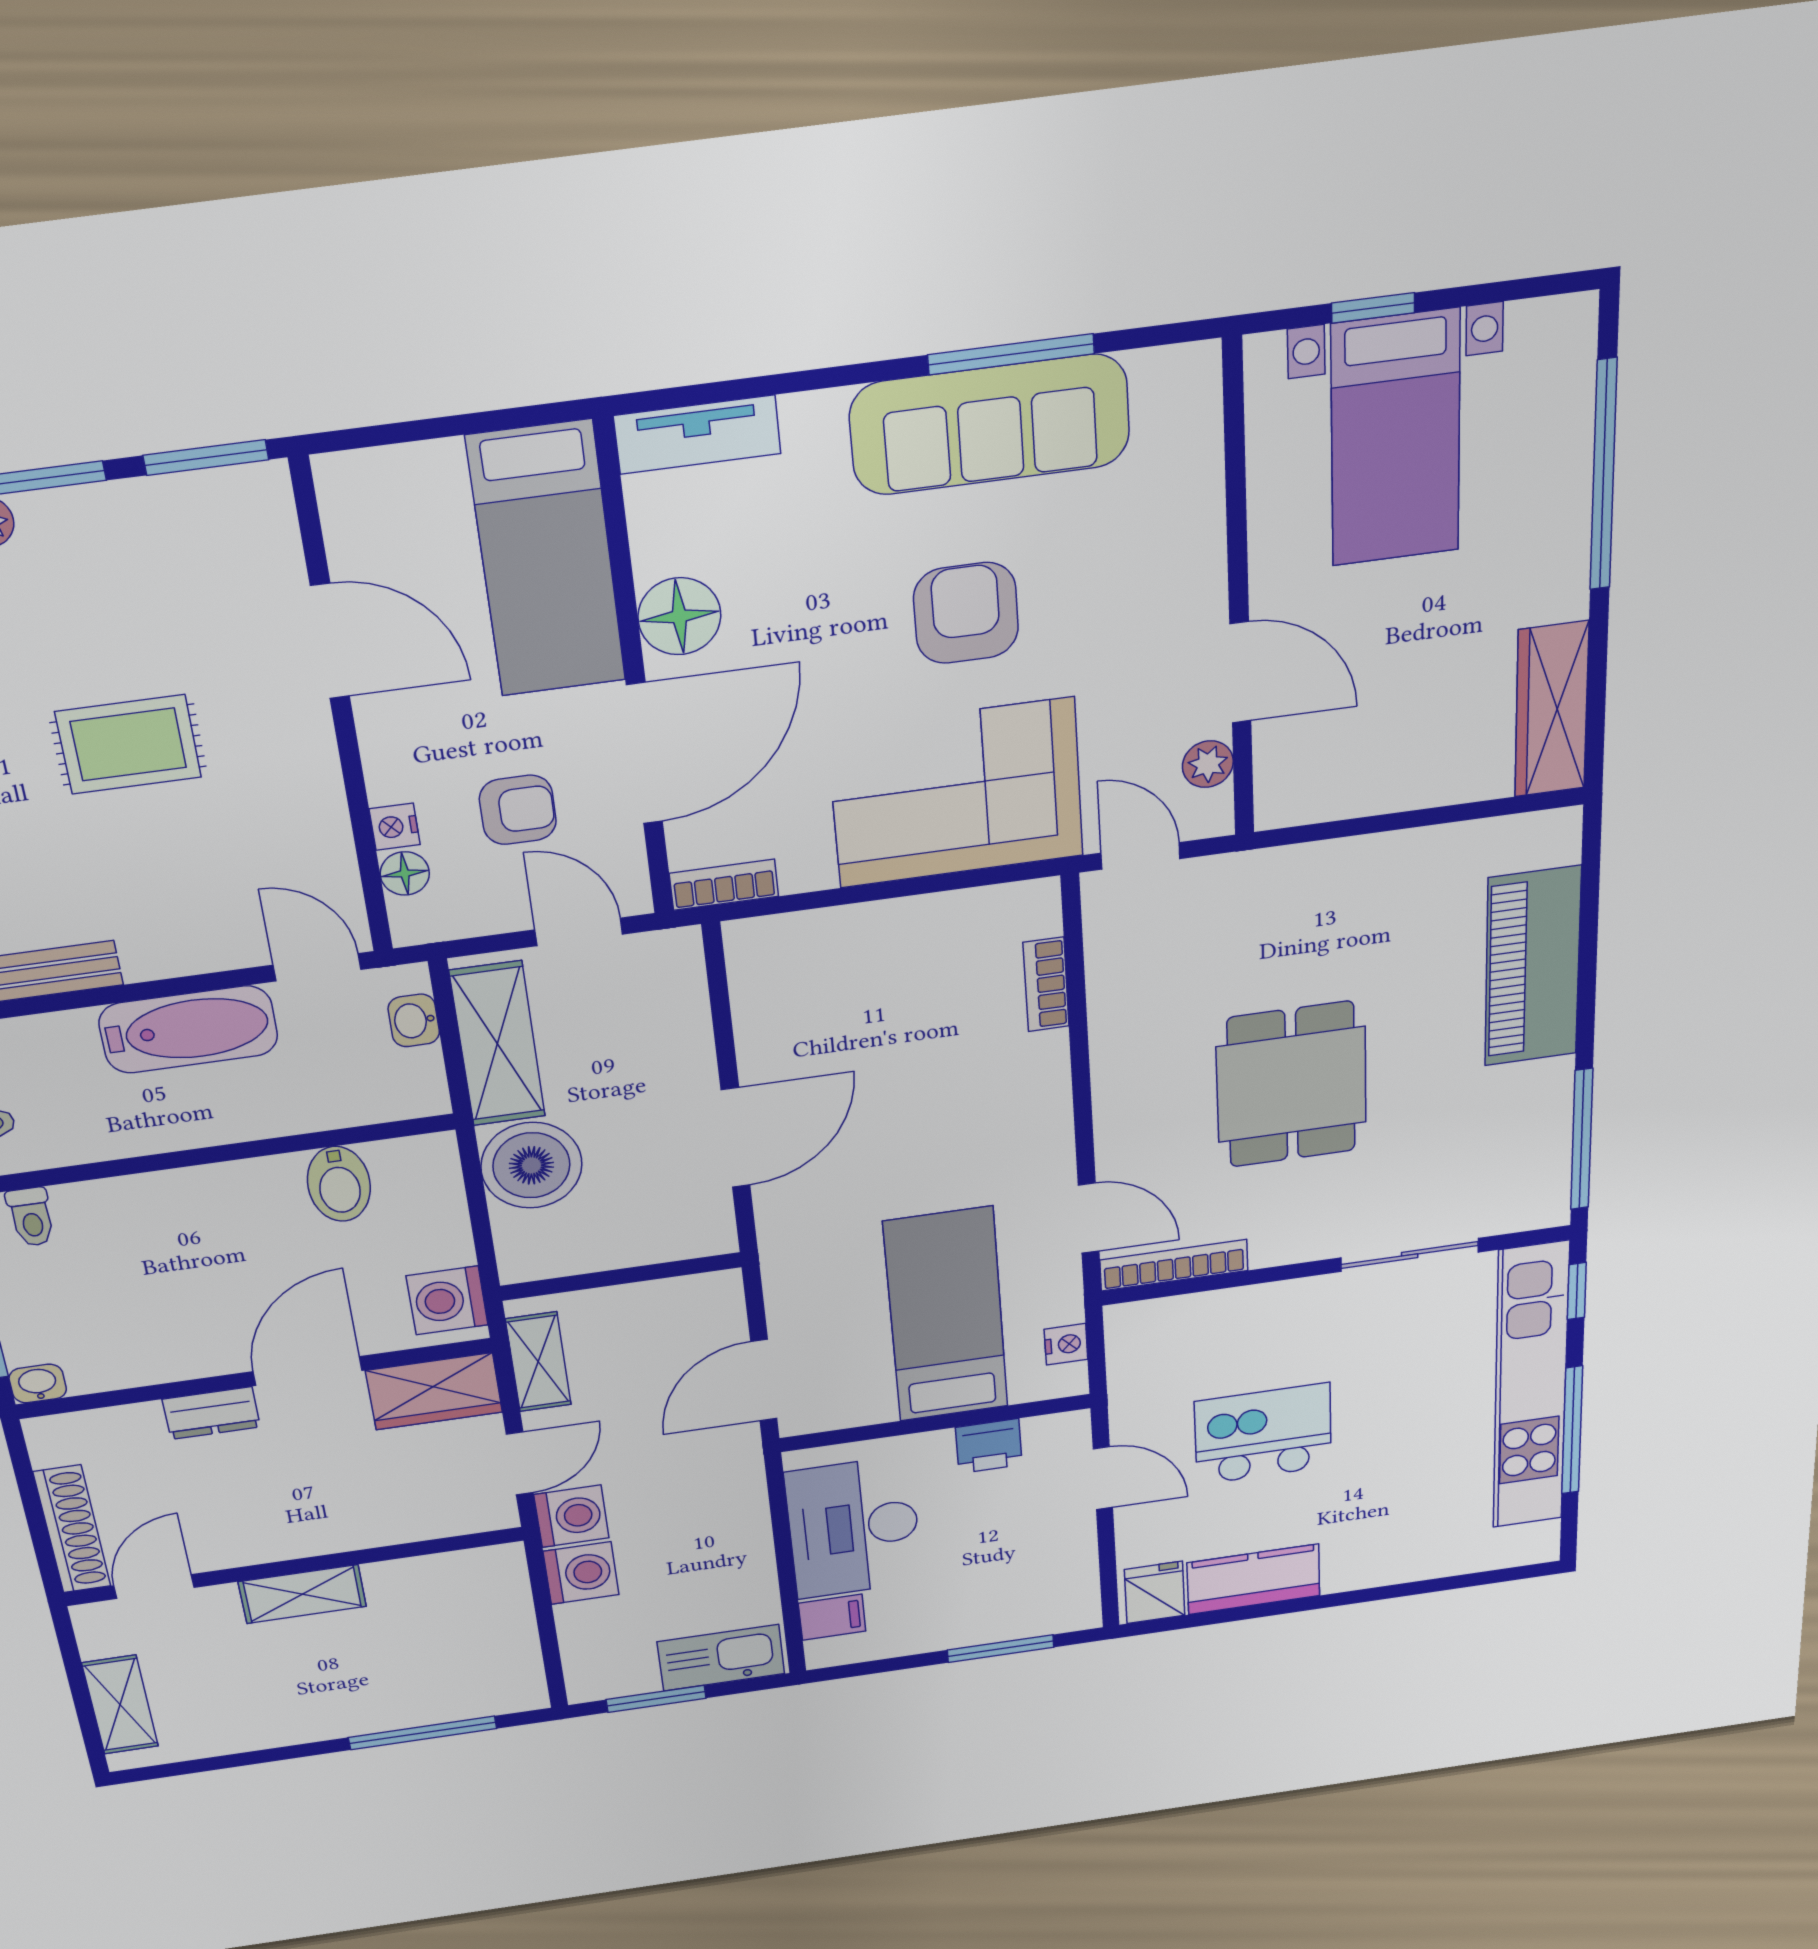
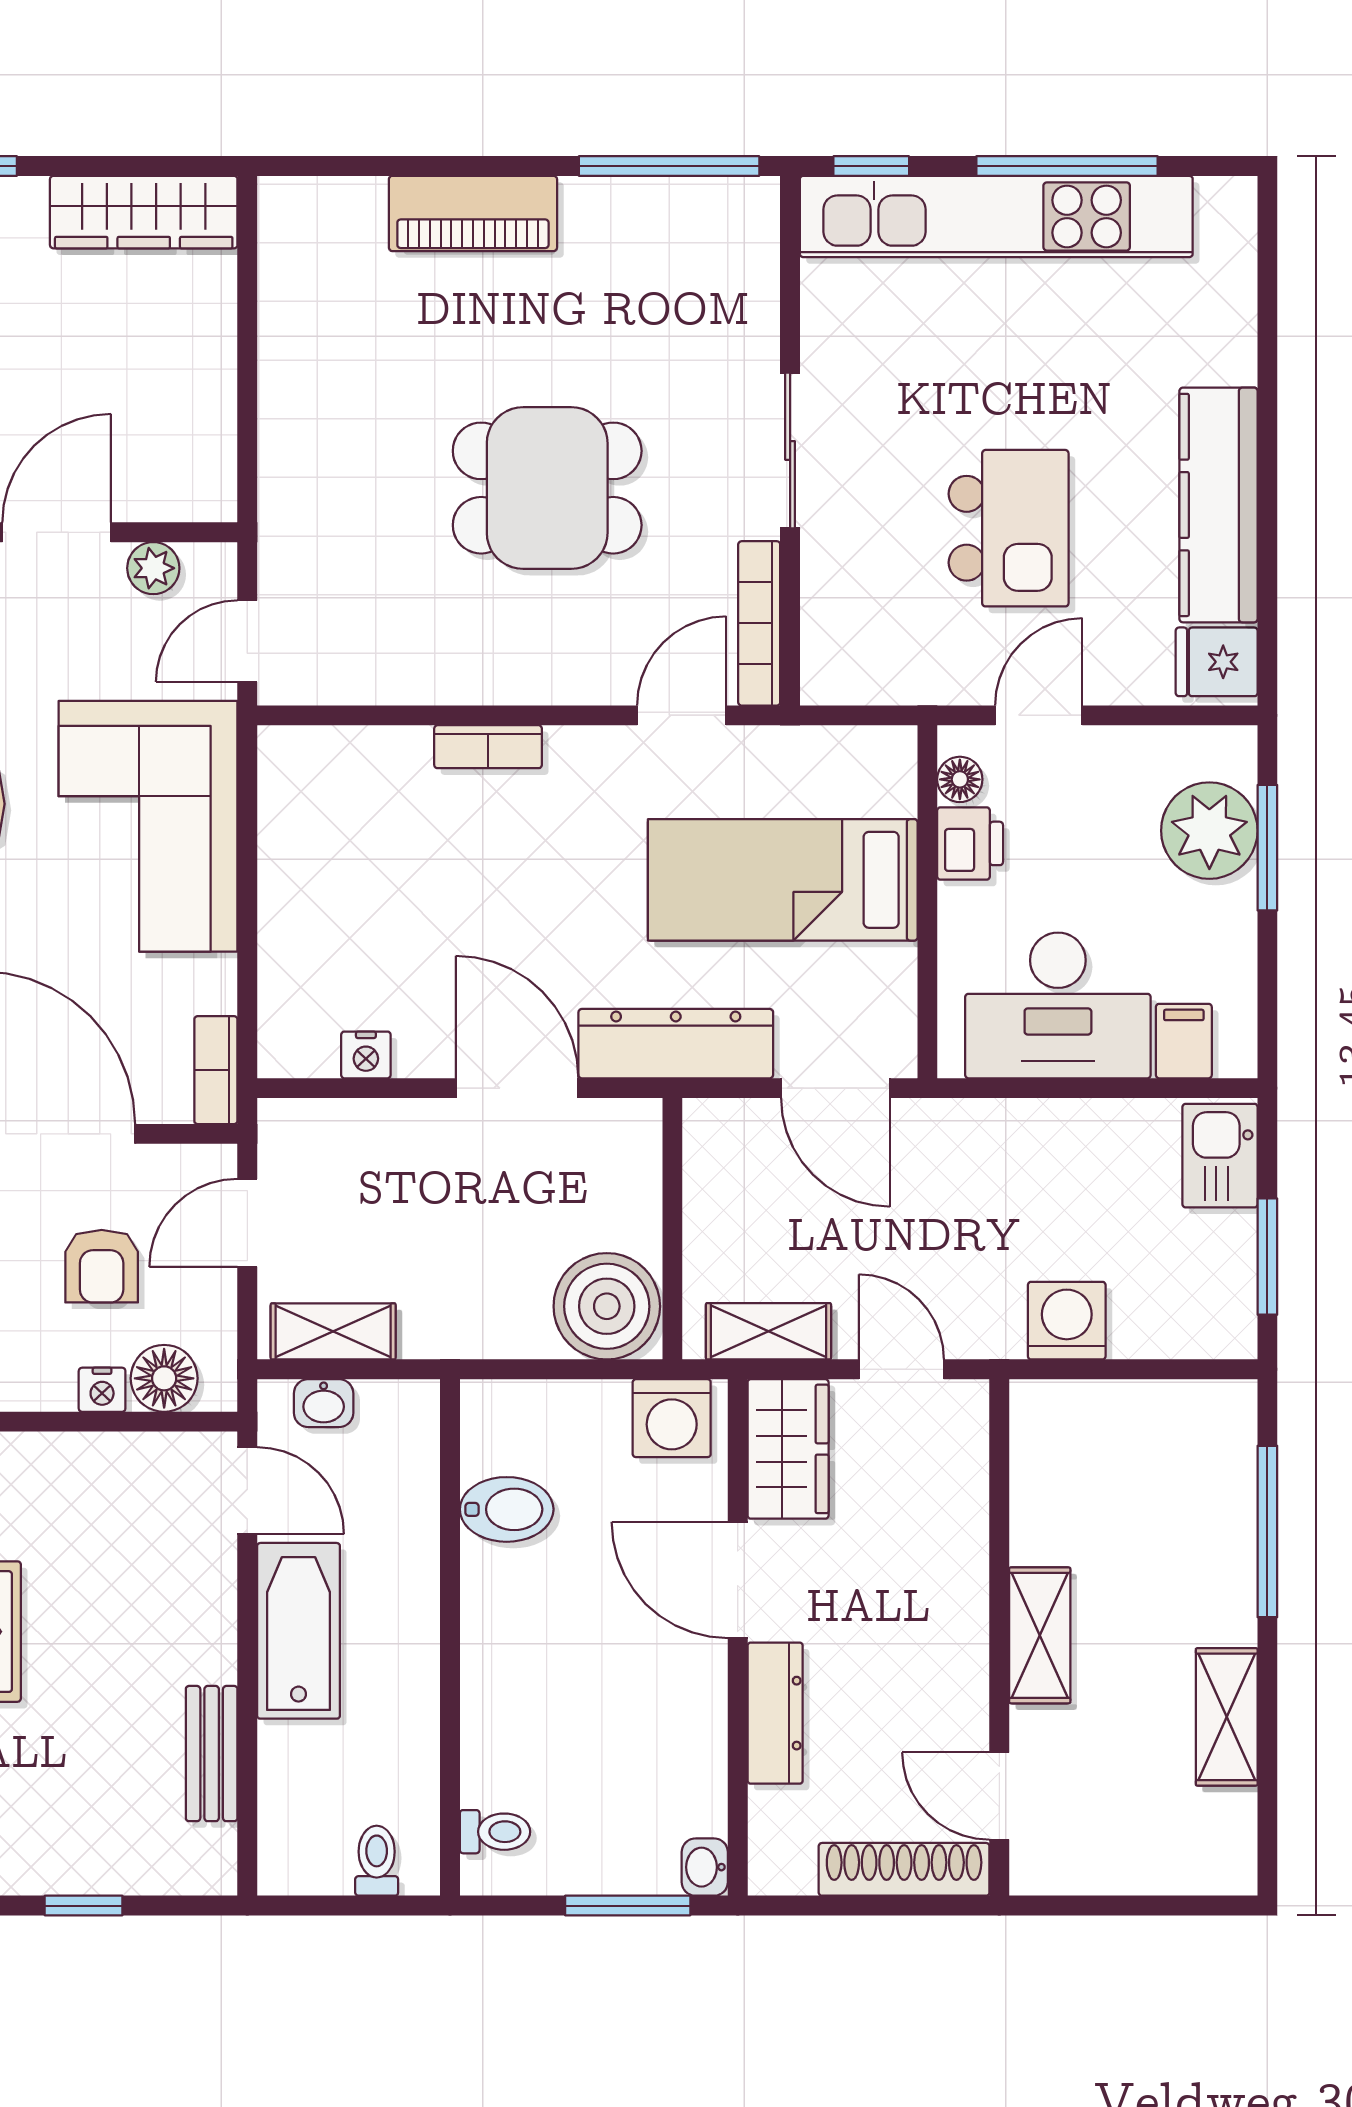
armchair: (518, 810) -> (102, 1266), turned 180
floor lamp: (405, 873) -> (164, 1378), width x1.37, depth x1.37
door: (317, 967) -> (247, 1491), swing flipped
piano: (1533, 967) -> (473, 213), width x0.73, depth x0.75
bookcase: (1046, 984) -> (488, 747), moved
shelving: (497, 1044) -> (333, 1331), width x0.67, depth x0.75
boiler: (531, 1165) -> (607, 1306), moved
dresser: (791, 1255) -> (676, 1044), added
sliding door: (1410, 1255) -> (790, 450), moved
nightstand: (1066, 1344) -> (366, 1055), moved, turned 180
dresser: (211, 1413) -> (775, 1713), width x1.44
floor lamp: (1044, 1431) -> (960, 779), added
kitchen island: (1263, 1434) -> (1009, 528), turned 180
washing machine: (571, 1516) -> (985, 1321), removed
kitchen counter: (1253, 1579) -> (1219, 505), width x1.50
plant: (1012, 1608) -> (1209, 831), added
kitchen sink: (721, 1658) -> (1220, 1156), width x0.73
shelving: (120, 1705) -> (1227, 1717), moved, turned 90

